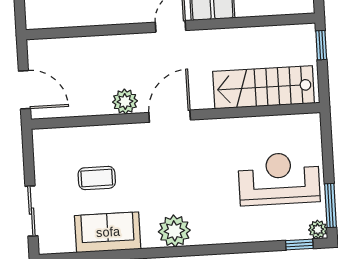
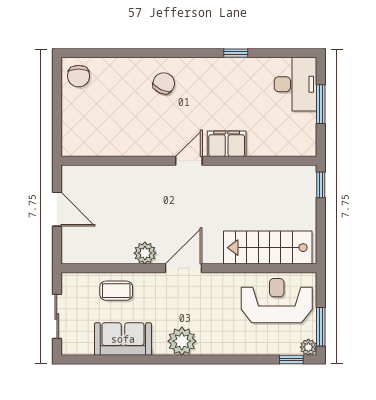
stairs: (264, 87) -> (268, 248), moved
plant: (125, 101) -> (145, 253), moved
door: (170, 116) -> (184, 268), moved
wall: (176, 116) -> (189, 268), moved

